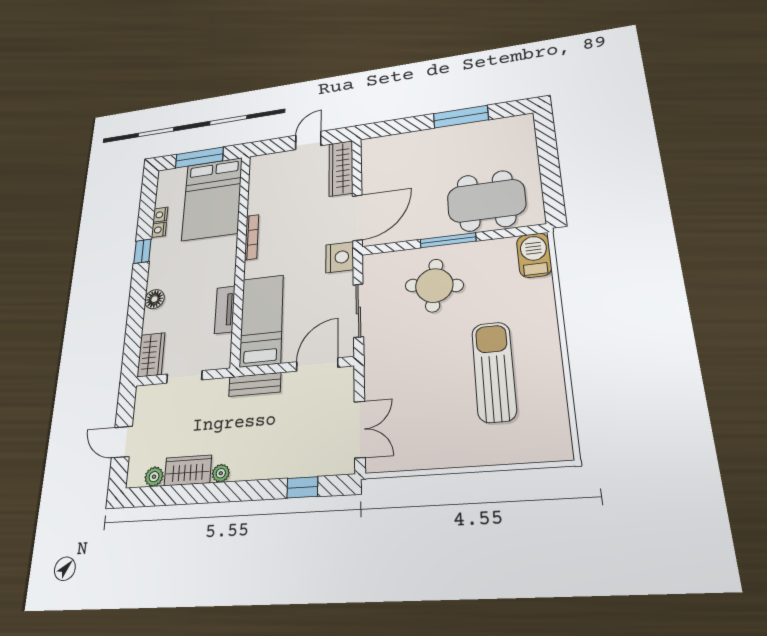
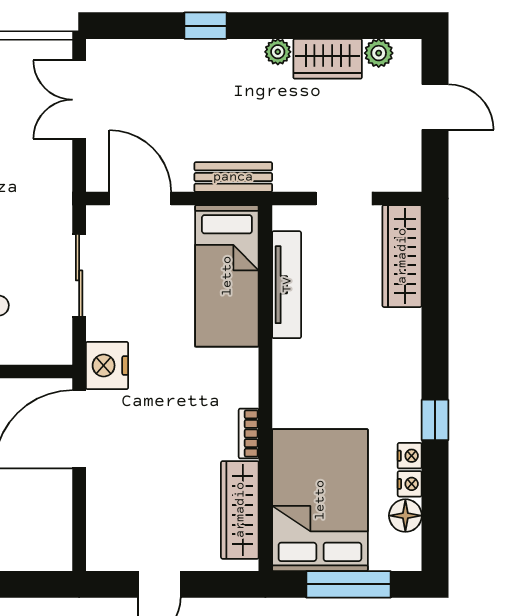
wardrobe: (341, 168) -> (240, 510), moved, turned 180
bookcase: (252, 237) -> (249, 433), width x0.64
floor lamp: (154, 299) -> (405, 516), moved
tv unit: (225, 310) -> (287, 285), width x1.41
wardrobe: (151, 355) -> (402, 256), width x1.50
door: (317, 365) -> (140, 199), swing flipped
window: (302, 487) -> (206, 26), moved

